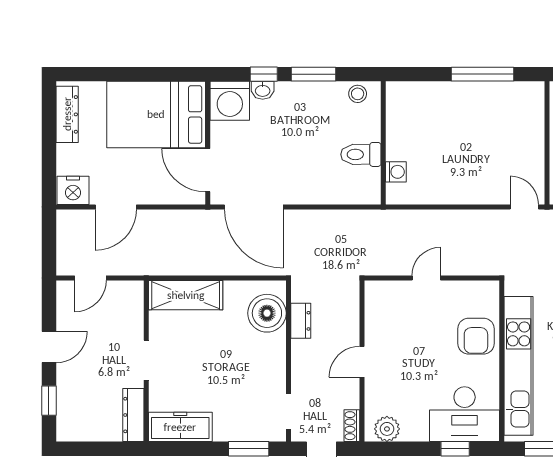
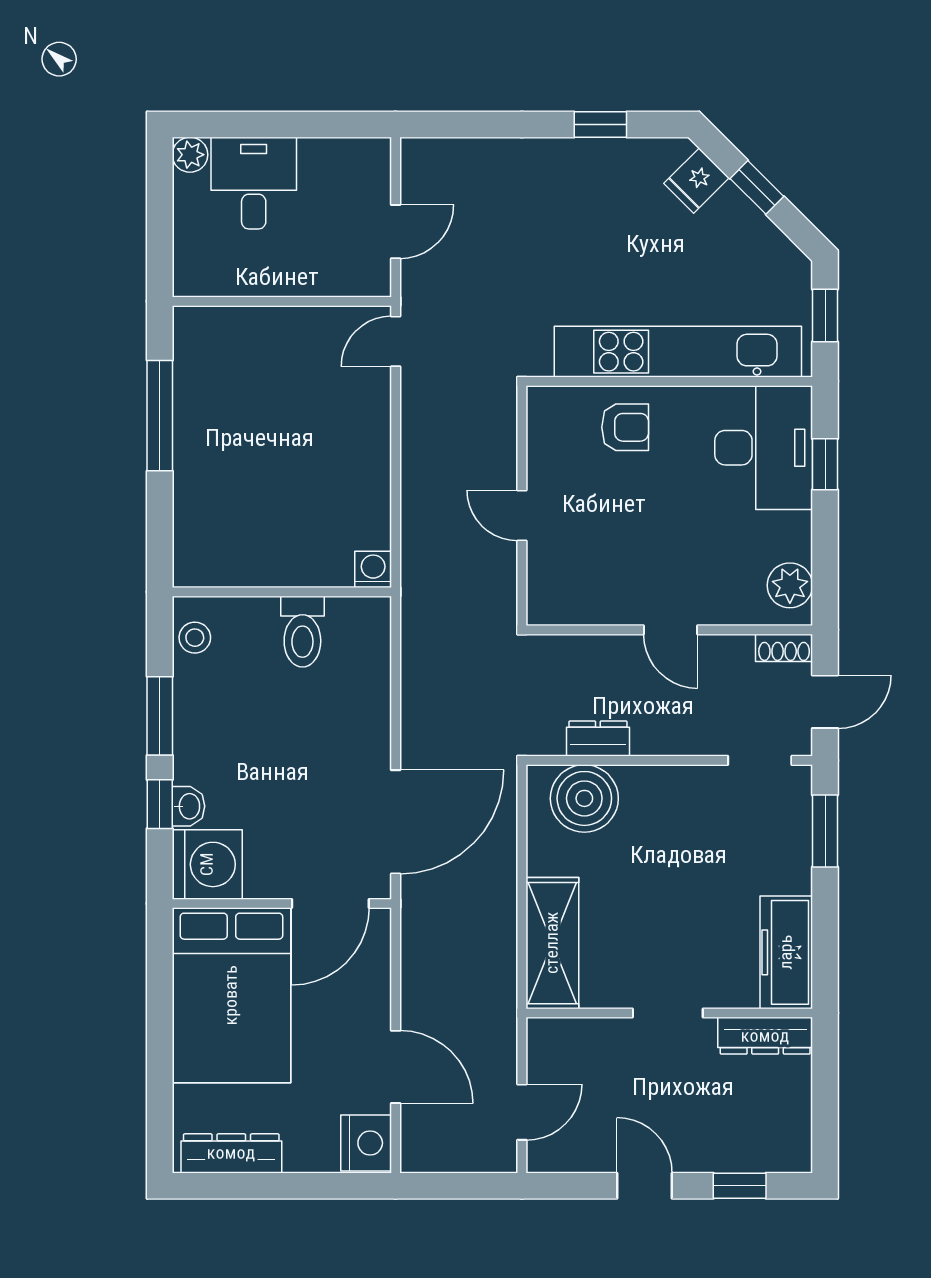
washing machine: (396, 172) -> (373, 569), moved
door: (90, 278) -> (522, 1112), hinge flipped
armchair: (476, 336) -> (625, 427), width x0.72, depth x0.72

